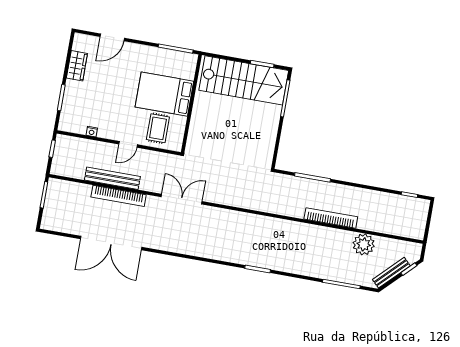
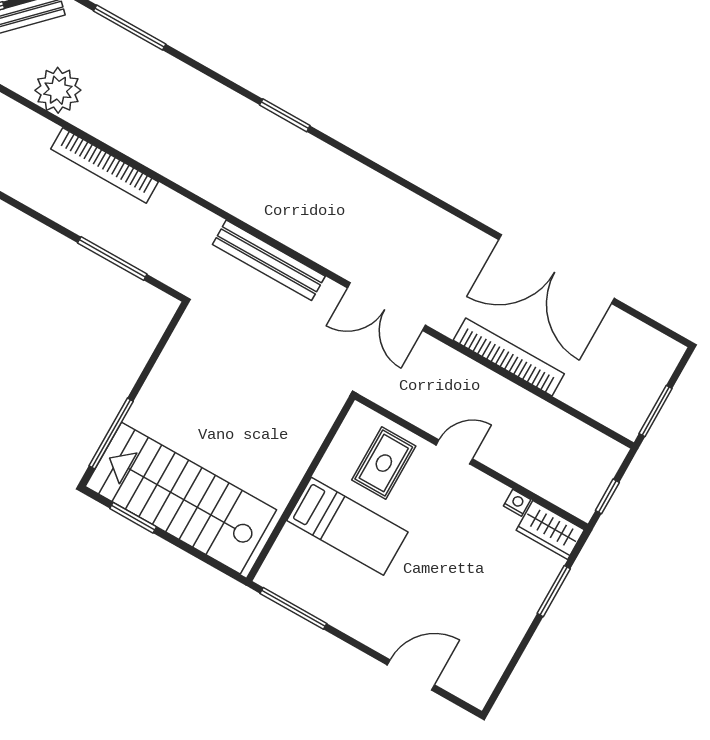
wardrobe: (77, 66) -> (550, 530), moved, turned -90
bed: (164, 94) -> (347, 526), width x0.67
bench: (112, 178) -> (269, 260), moved
double door: (111, 243) -> (556, 269), swing flipped

